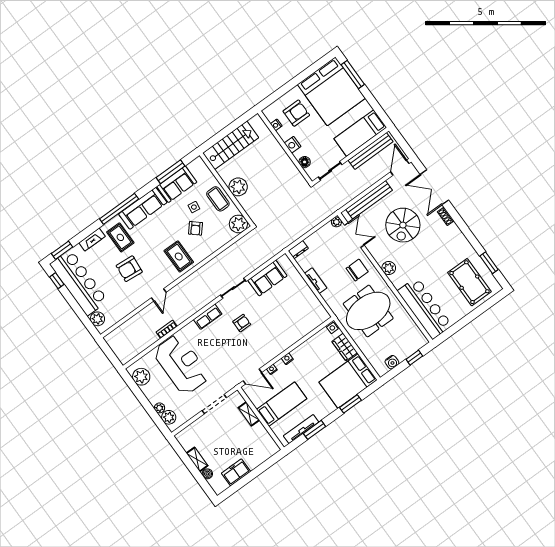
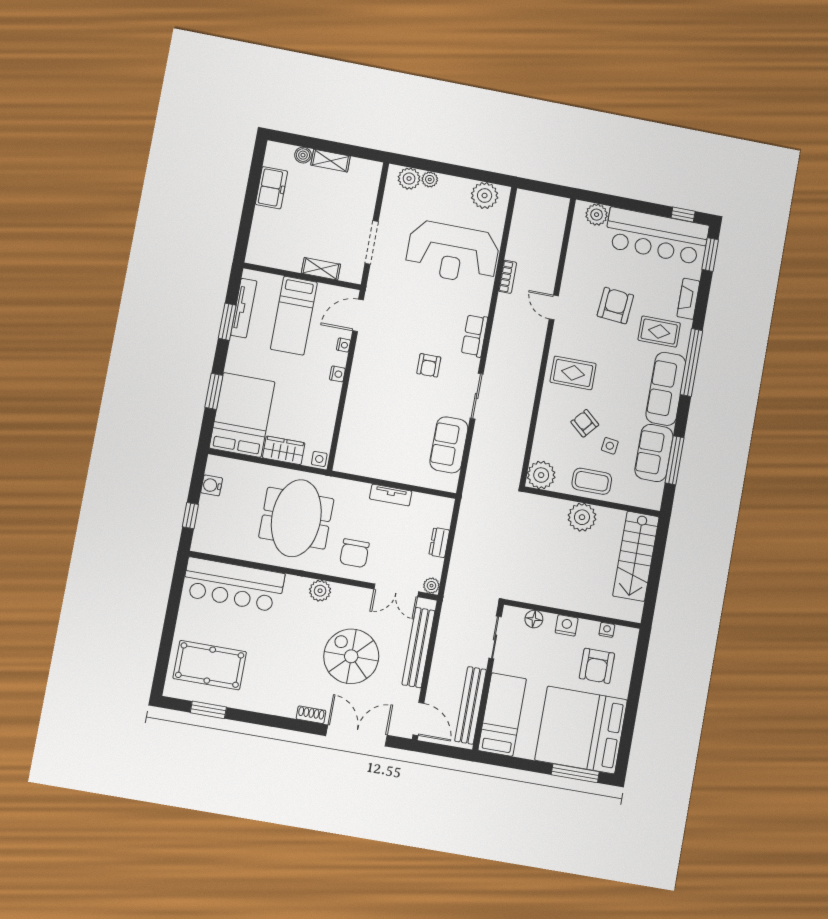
dresser: (298, 250) -> (439, 542), moved

